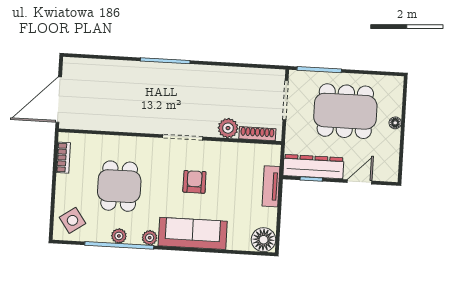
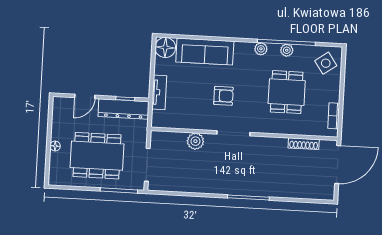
shoe rack: (257, 134) -> (304, 144), moved
armchair: (194, 182) -> (223, 96), turned -90
sofa: (193, 233) -> (205, 52), moved

